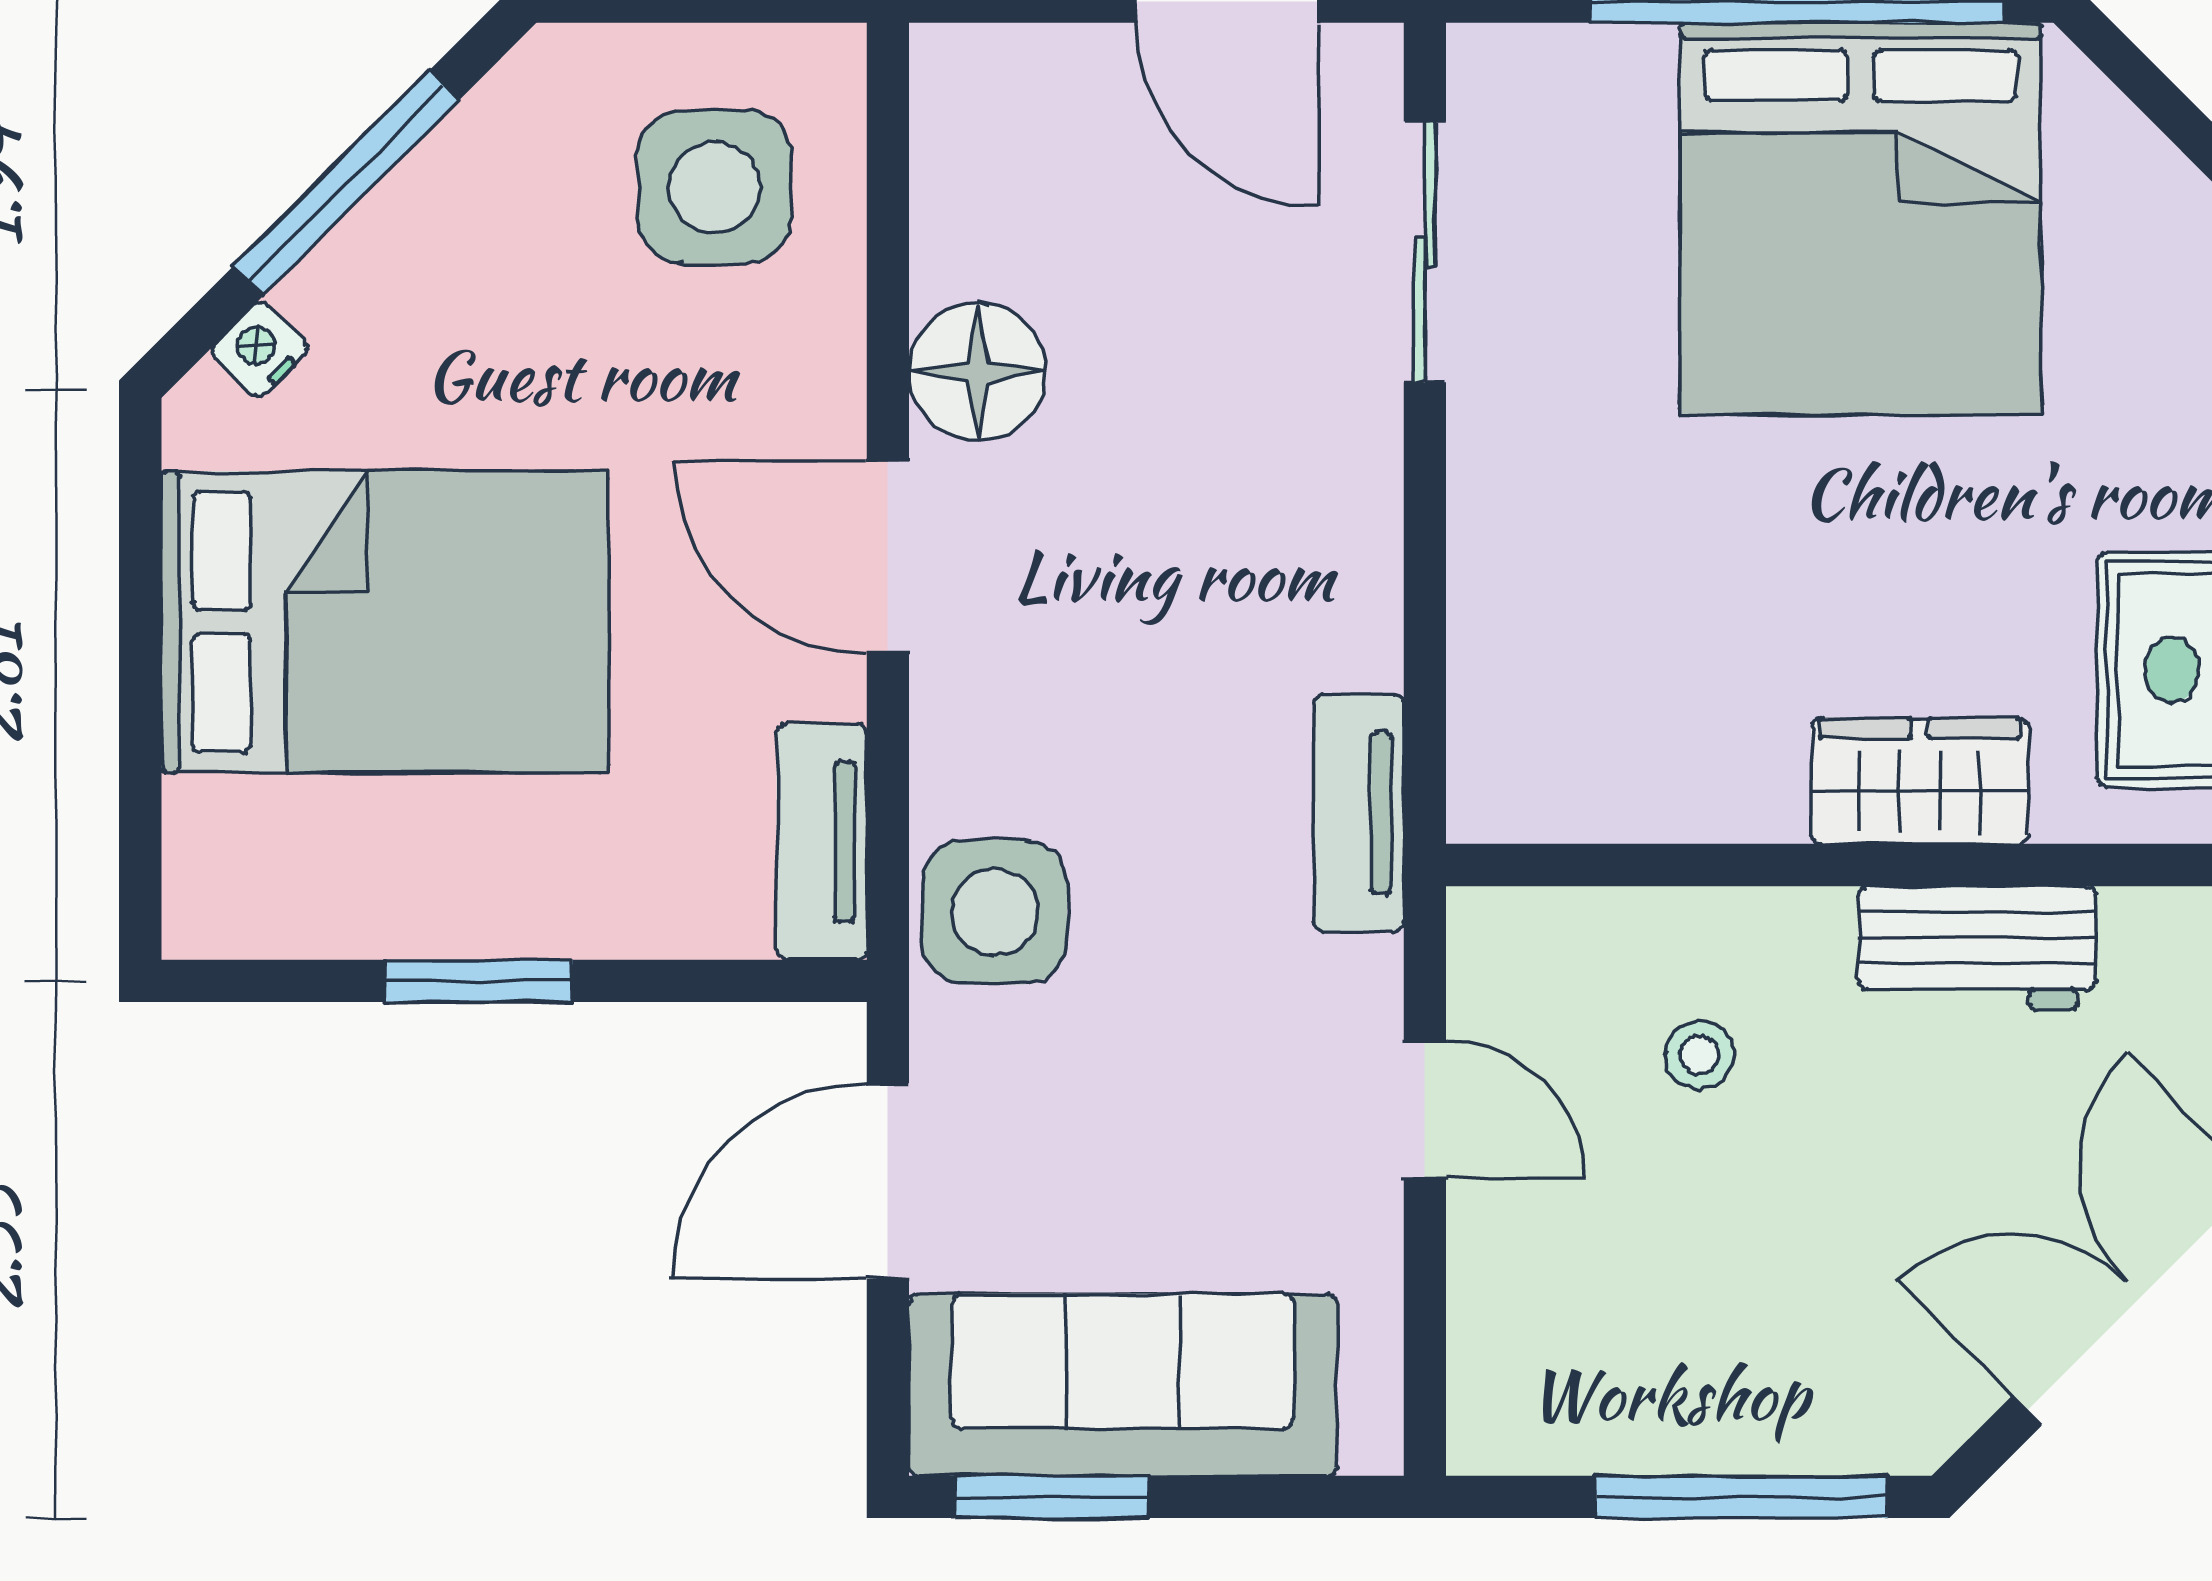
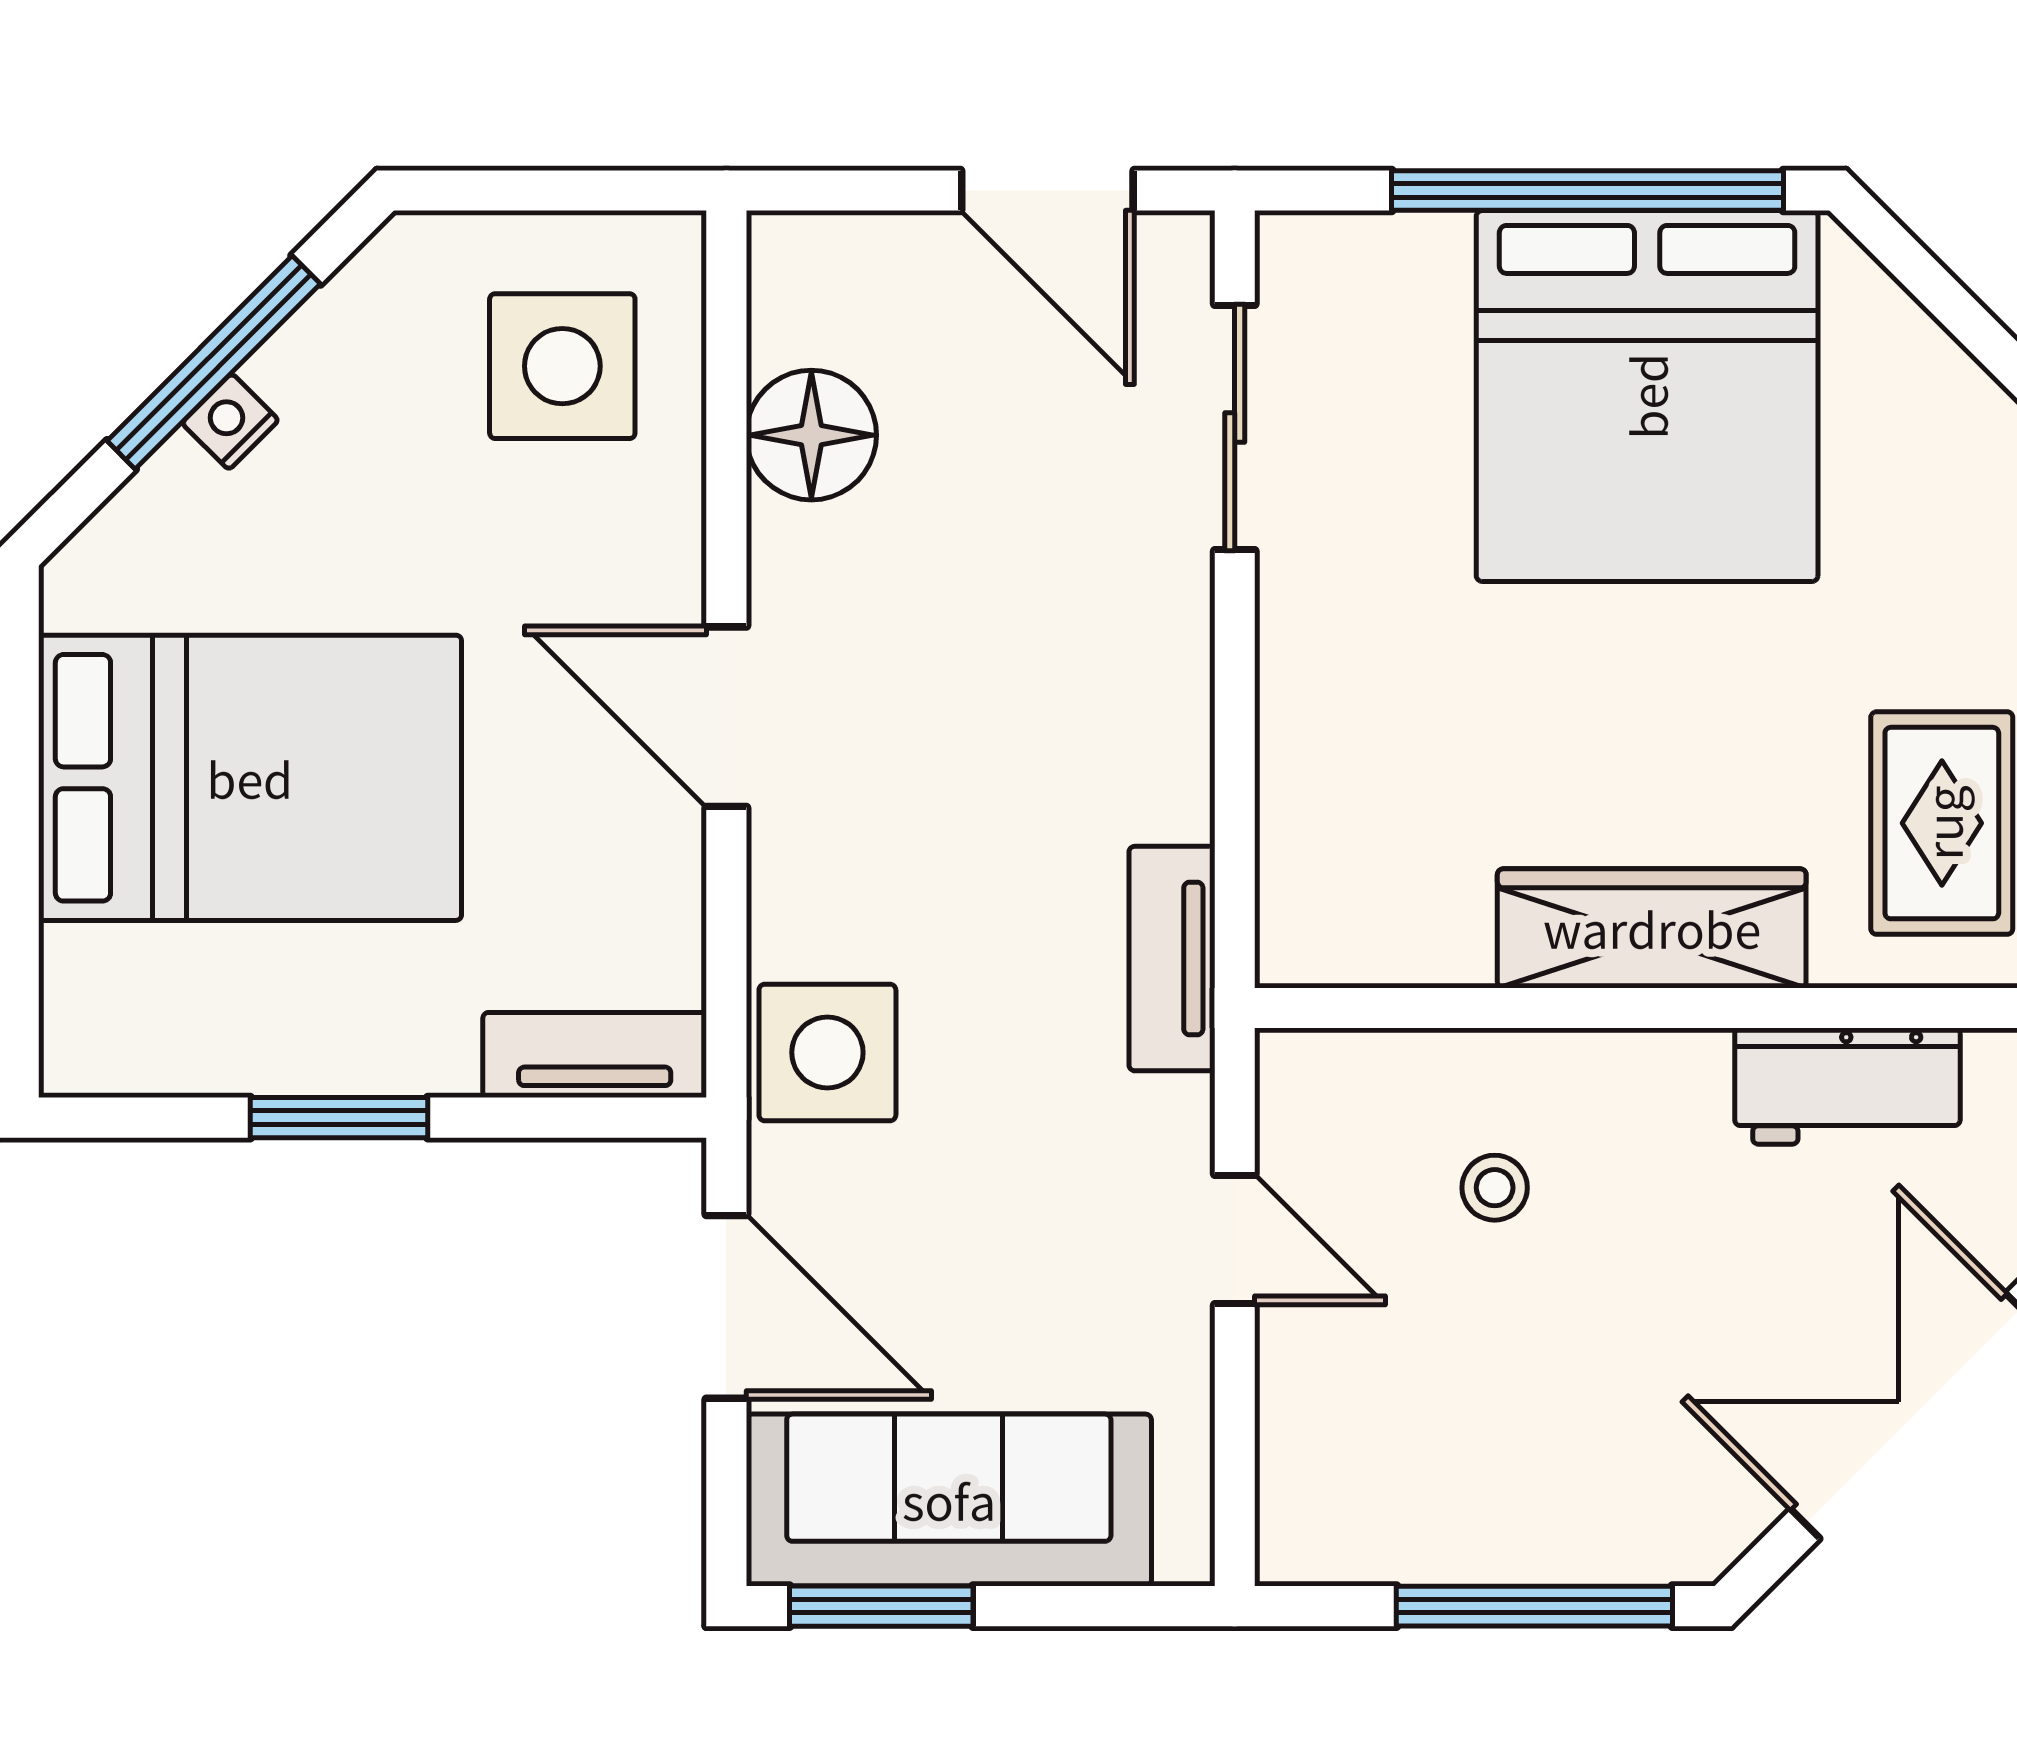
nightstand: (260, 349) -> (230, 422), moved
floor lamp: (978, 372) -> (811, 435), moved
wardrobe: (1920, 781) -> (1652, 928), width x1.50
tv unit: (822, 842) -> (595, 1055), moved, turned 90
workbench: (1977, 948) -> (1847, 1086), moved
door: (888, 1181) -> (726, 1307), swing flipped

